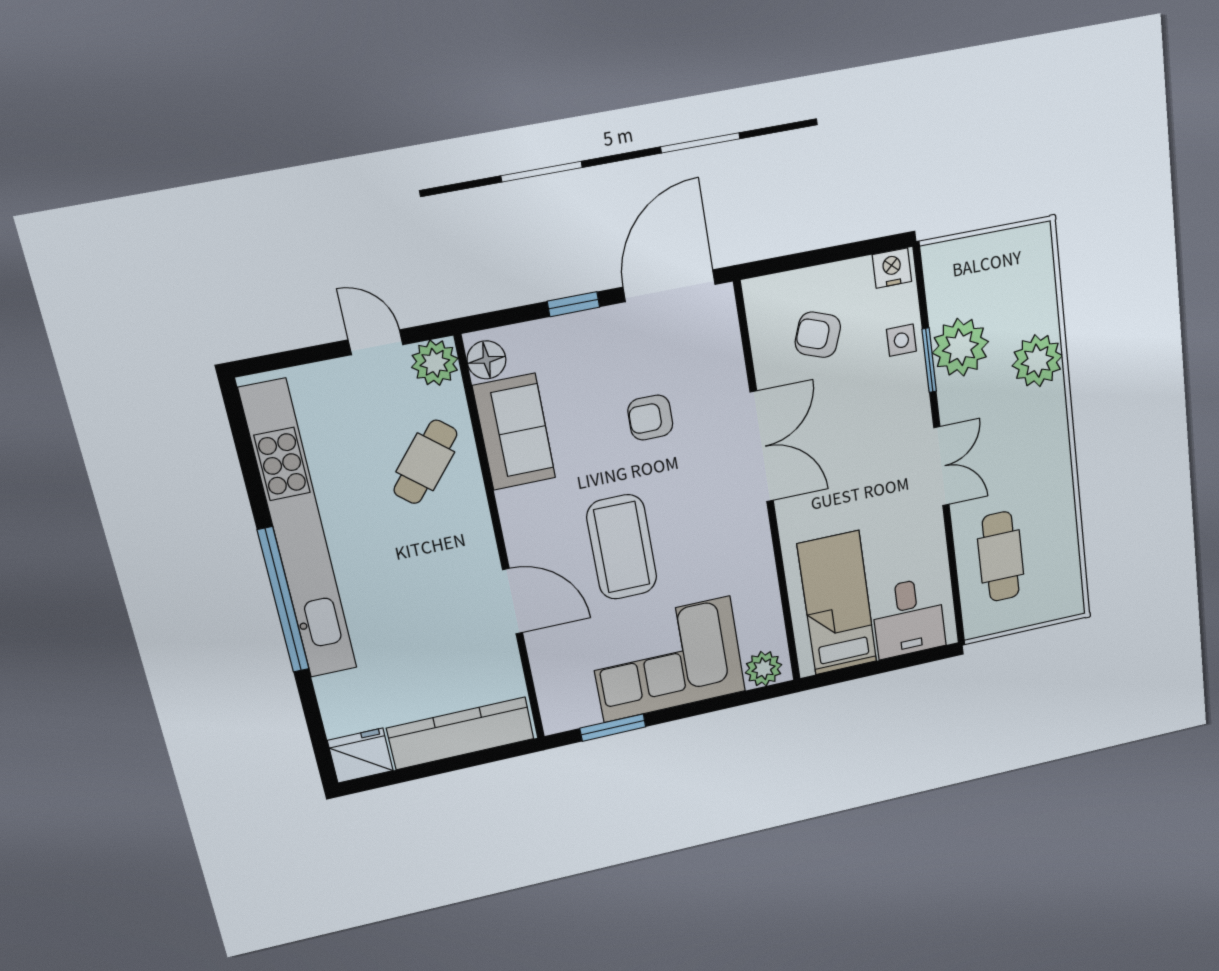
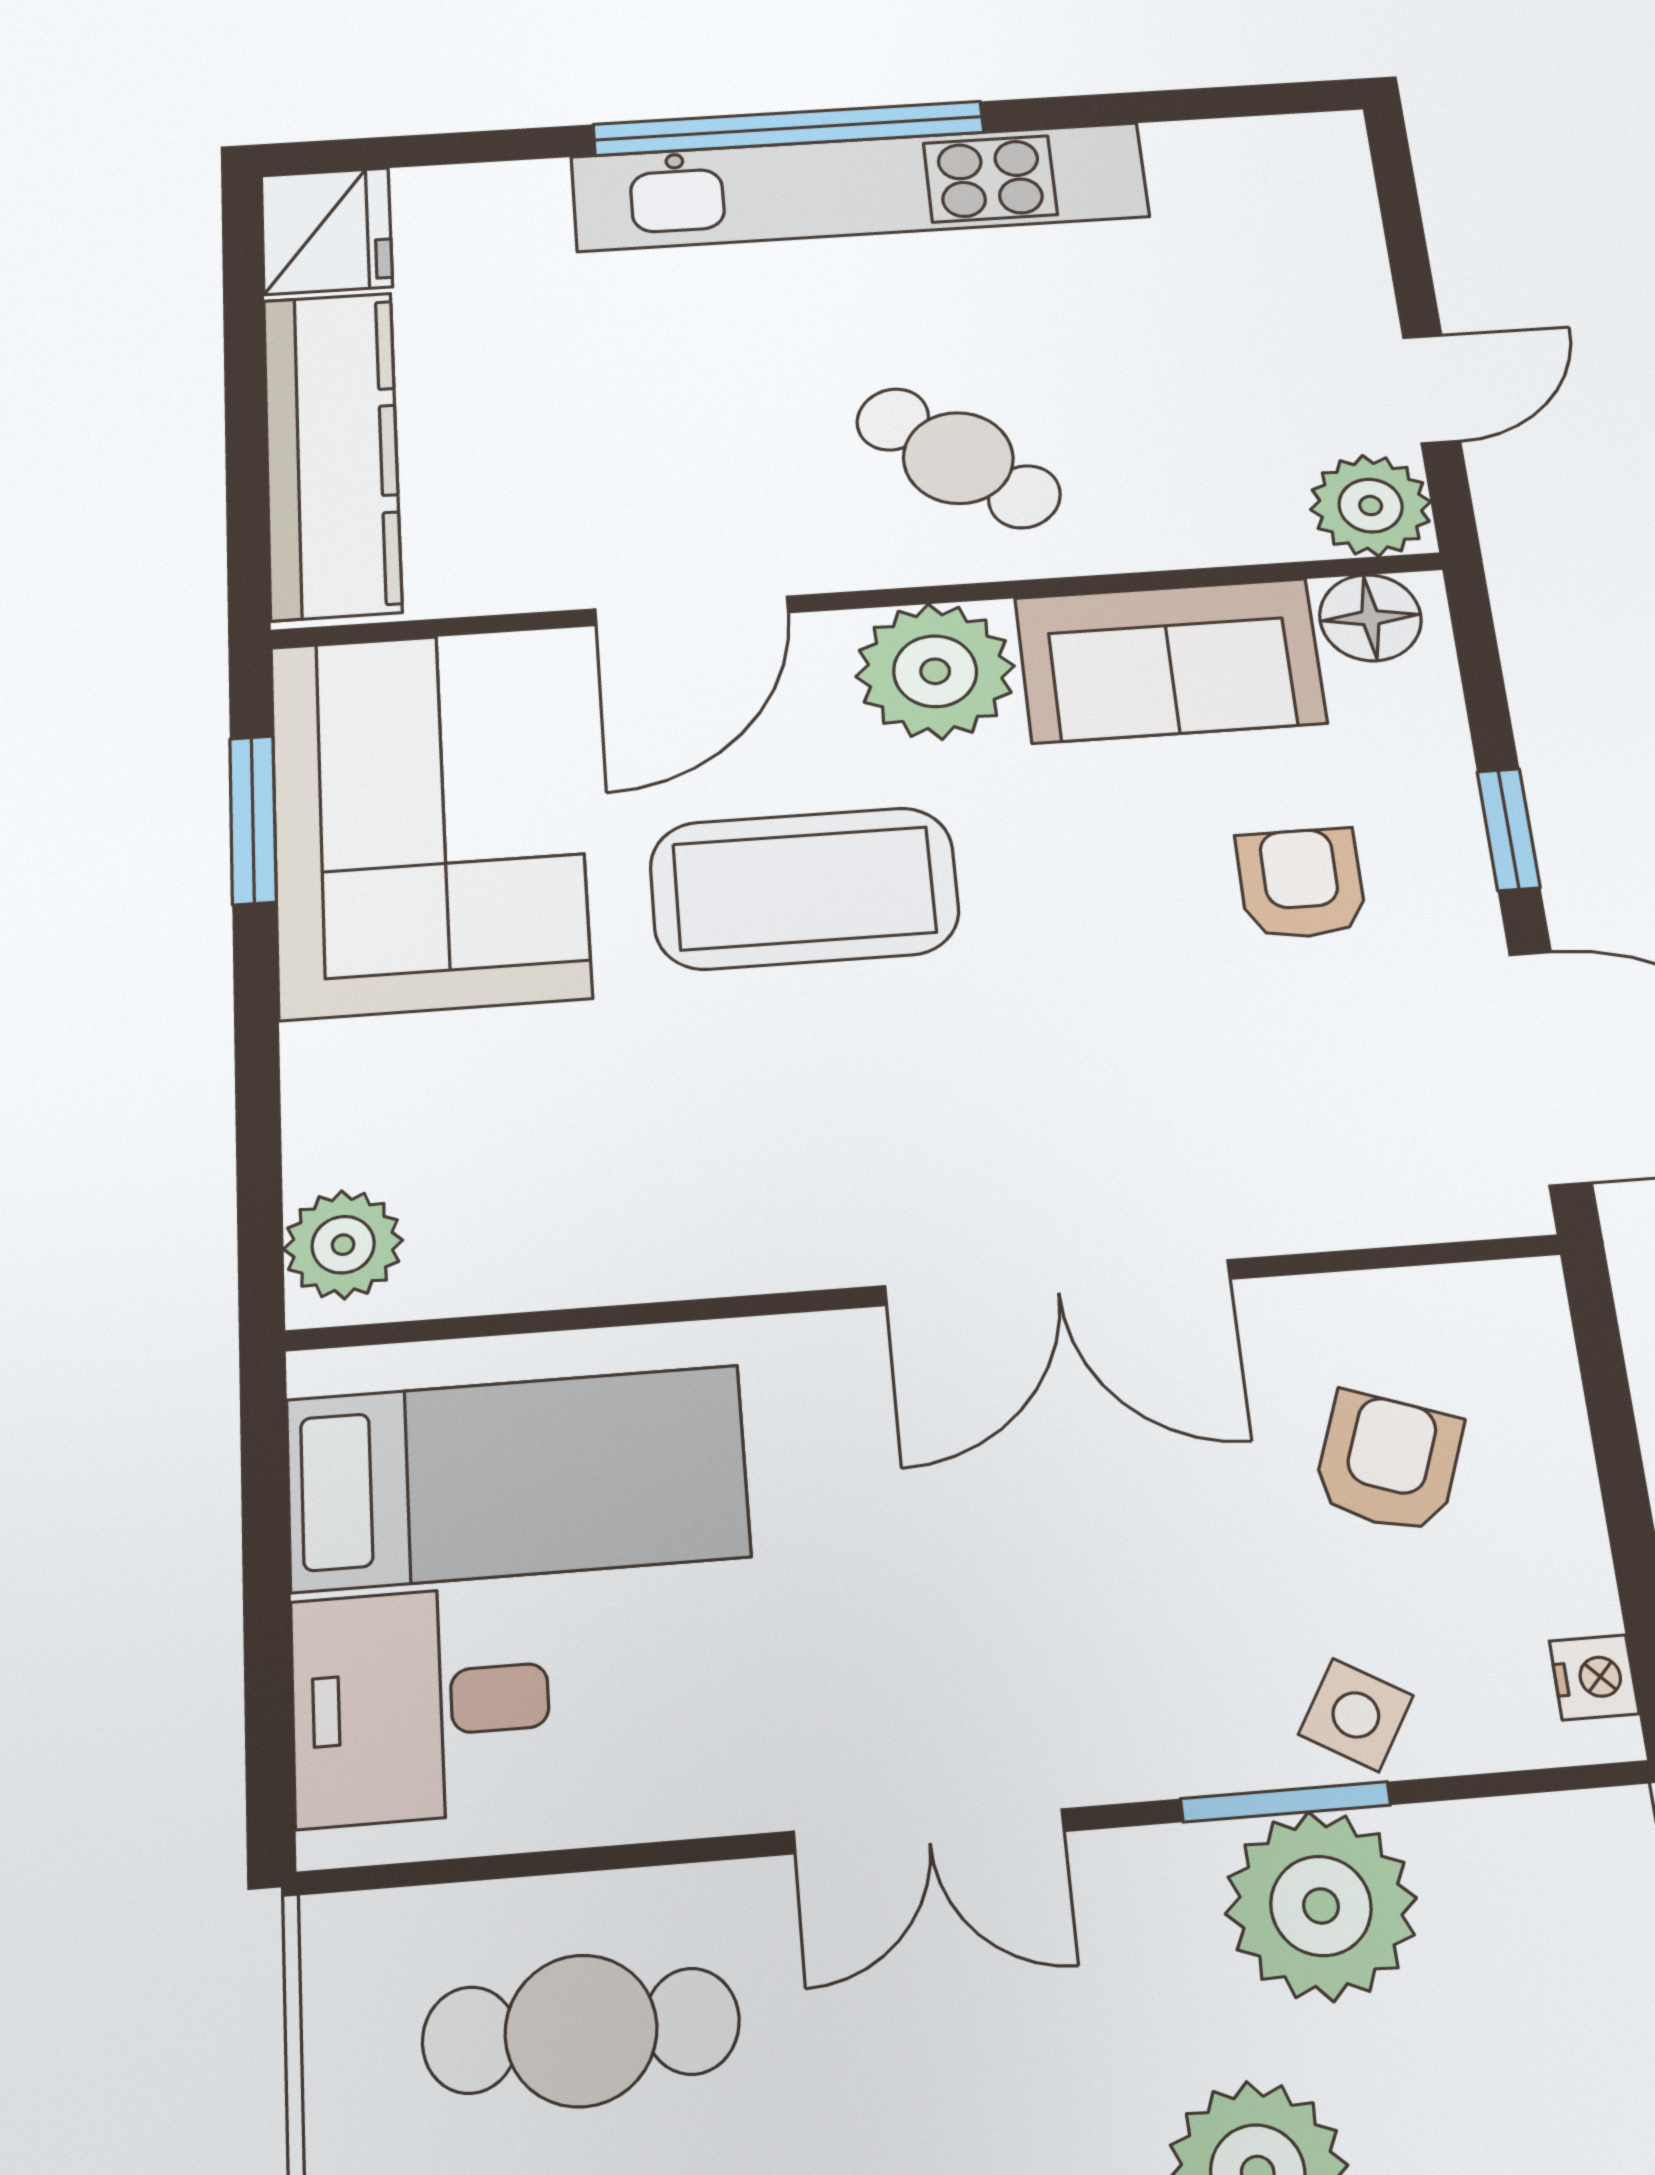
nightstand: (892, 268) -> (1594, 1677), width x0.72, depth x0.74
side table: (901, 340) -> (1356, 1715), turned 31
armchair: (650, 418) -> (1301, 883), moved
cafe table: (425, 462) -> (958, 458), moved
plant: (528, 514) -> (935, 671), added
kitchen unit: (299, 531) -> (860, 187), width x0.73
corner sofa: (667, 659) -> (428, 820), moved

